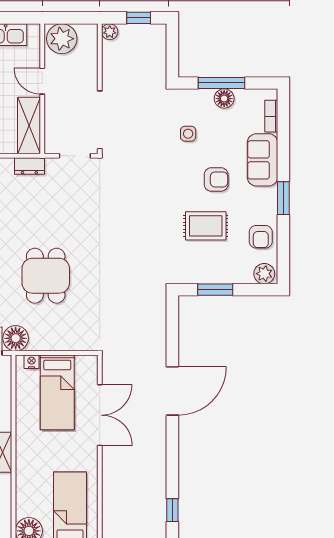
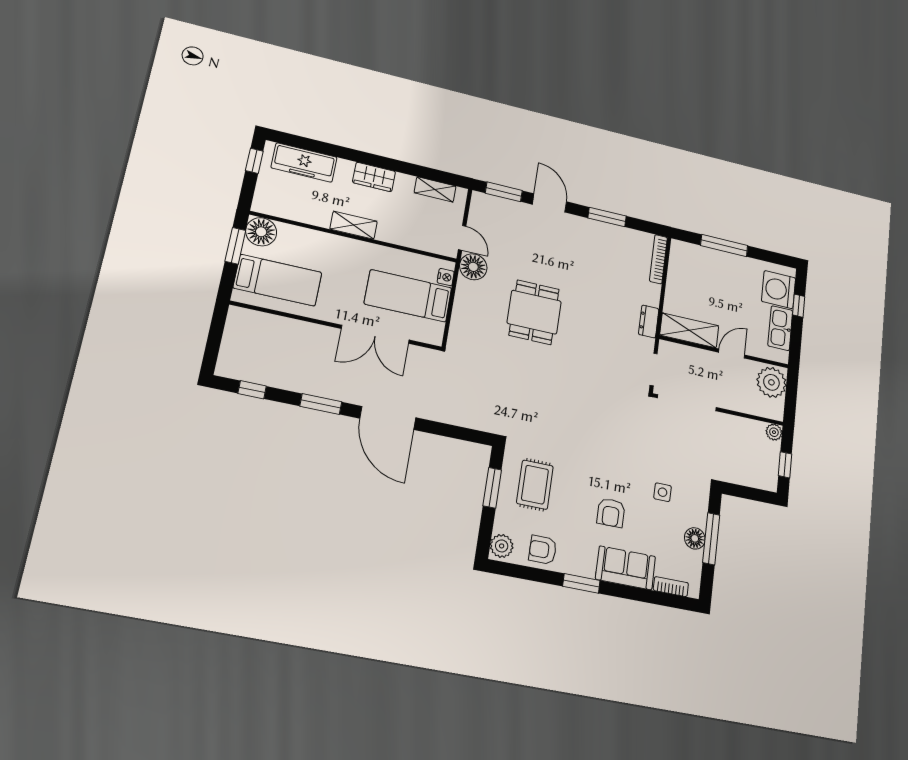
rug: (206, 226) -> (535, 485), moved
dining table: (46, 276) -> (534, 312), turned 90
window: (172, 450) -> (321, 404), added

